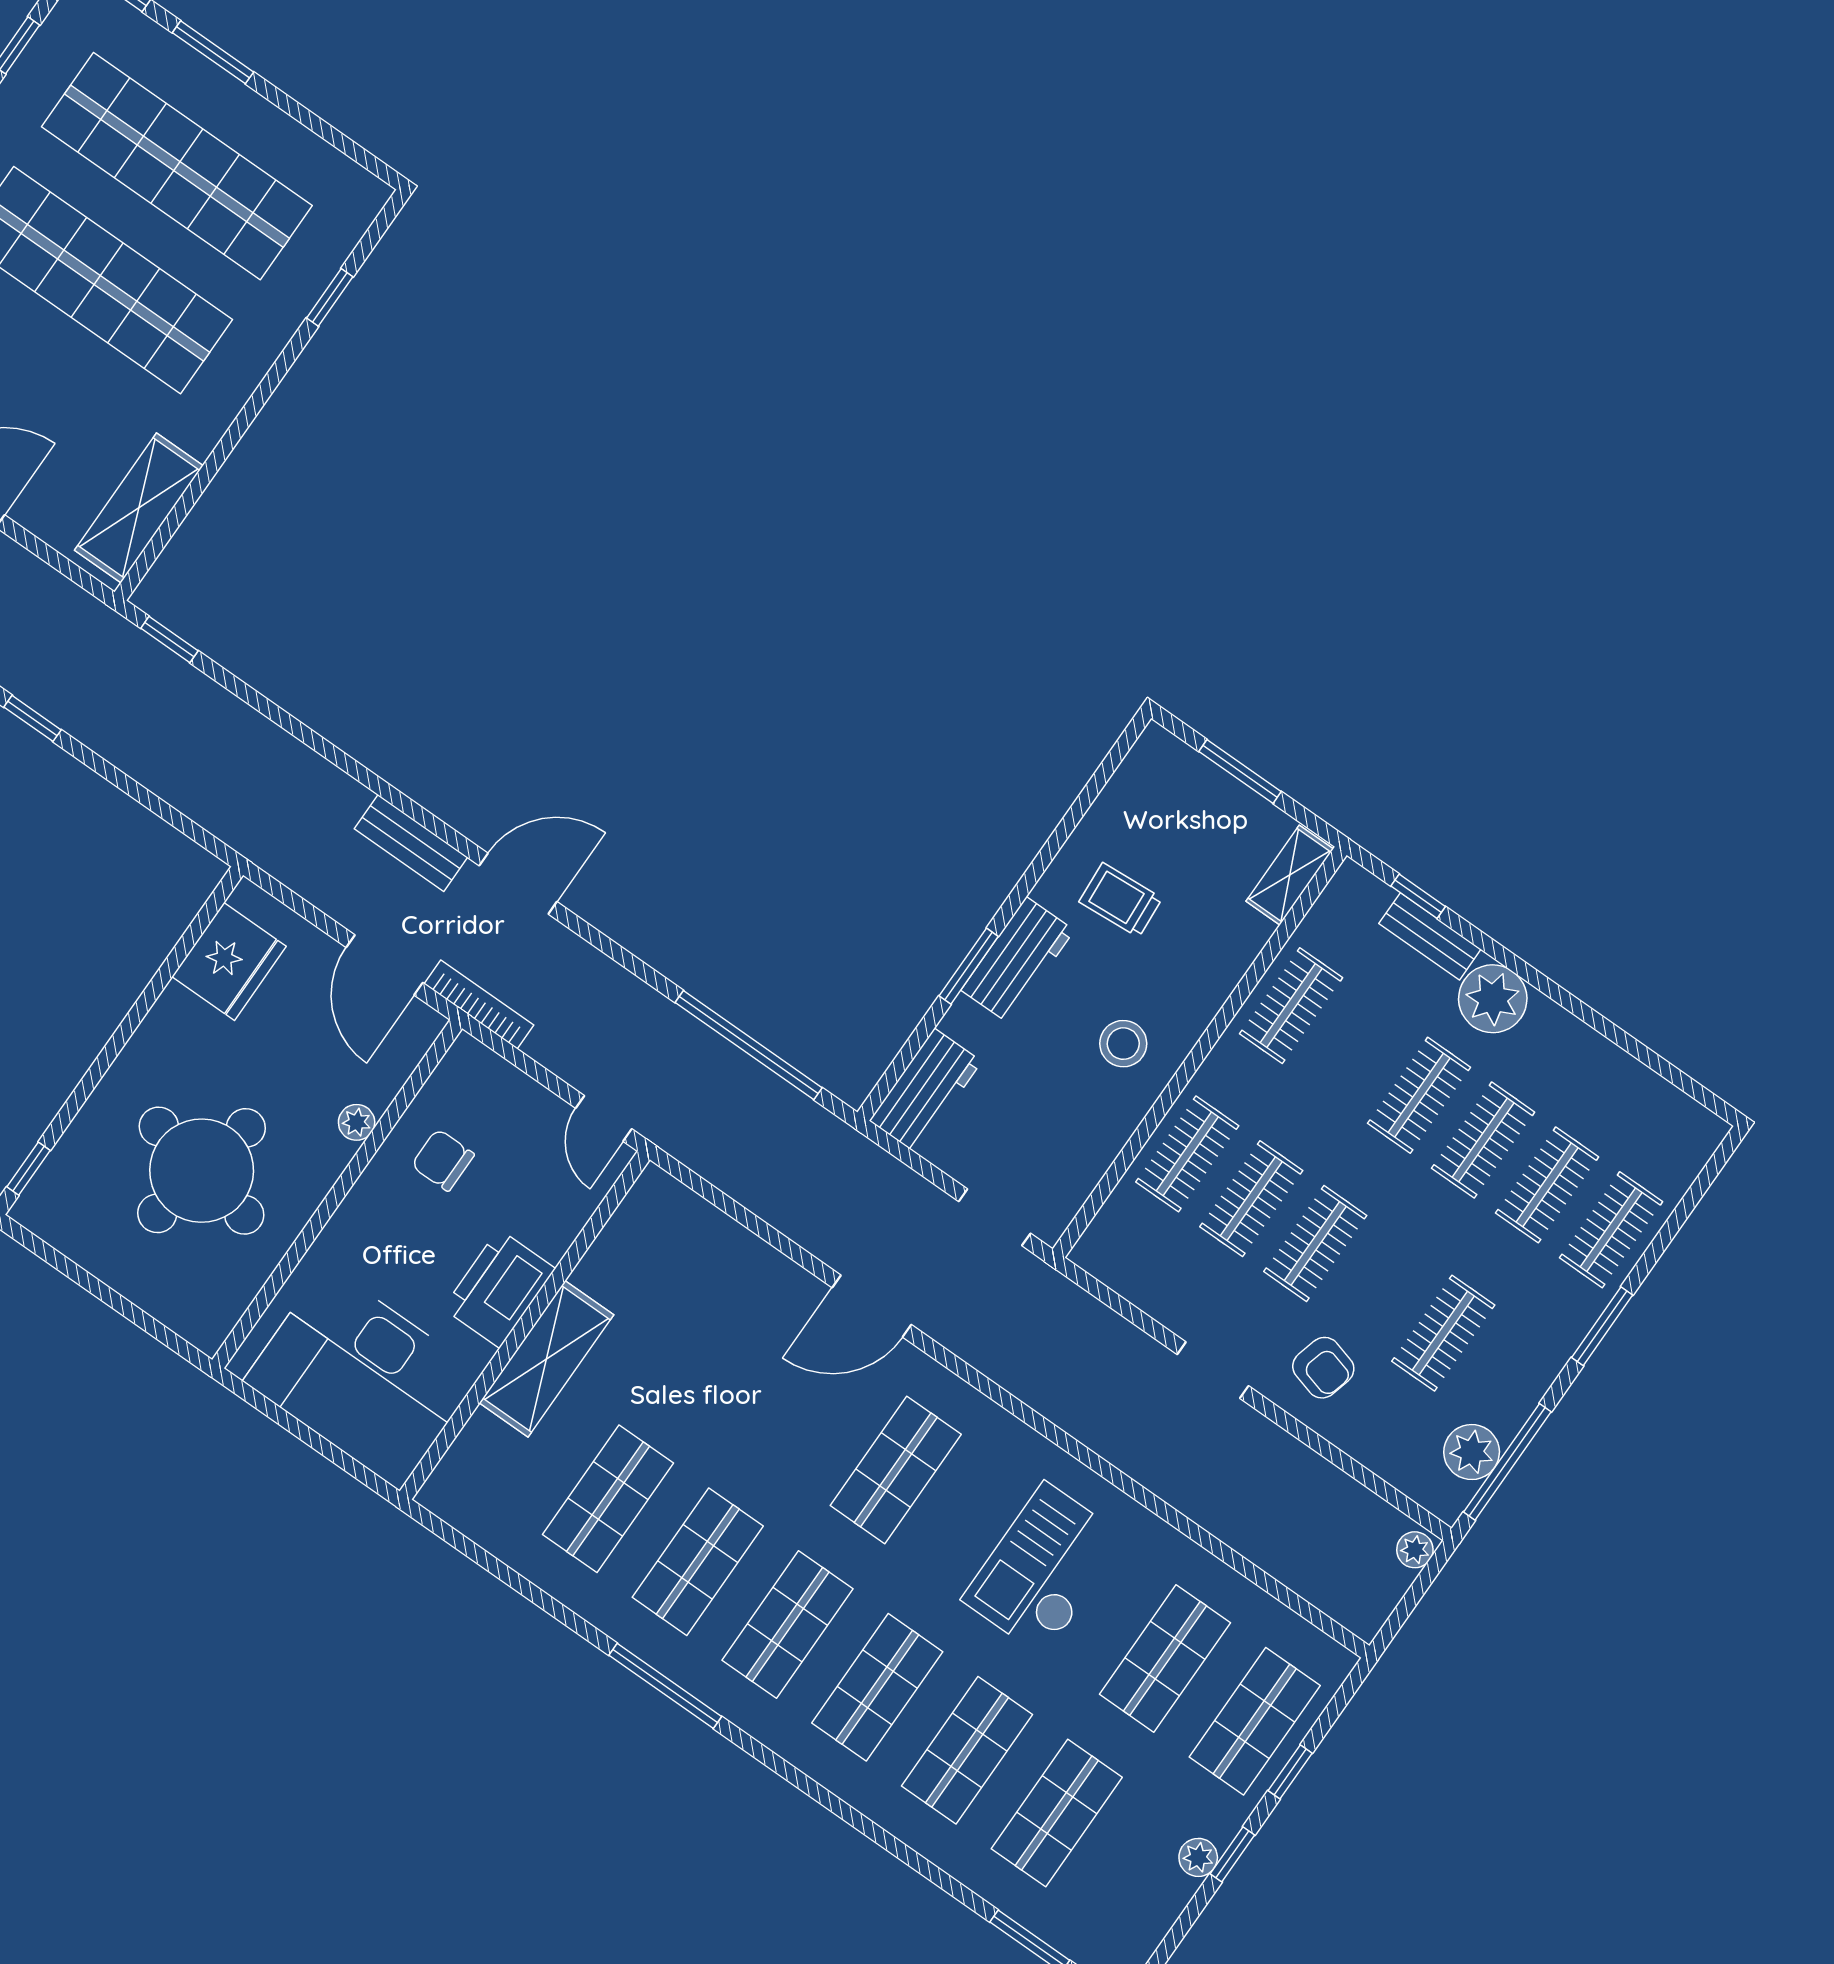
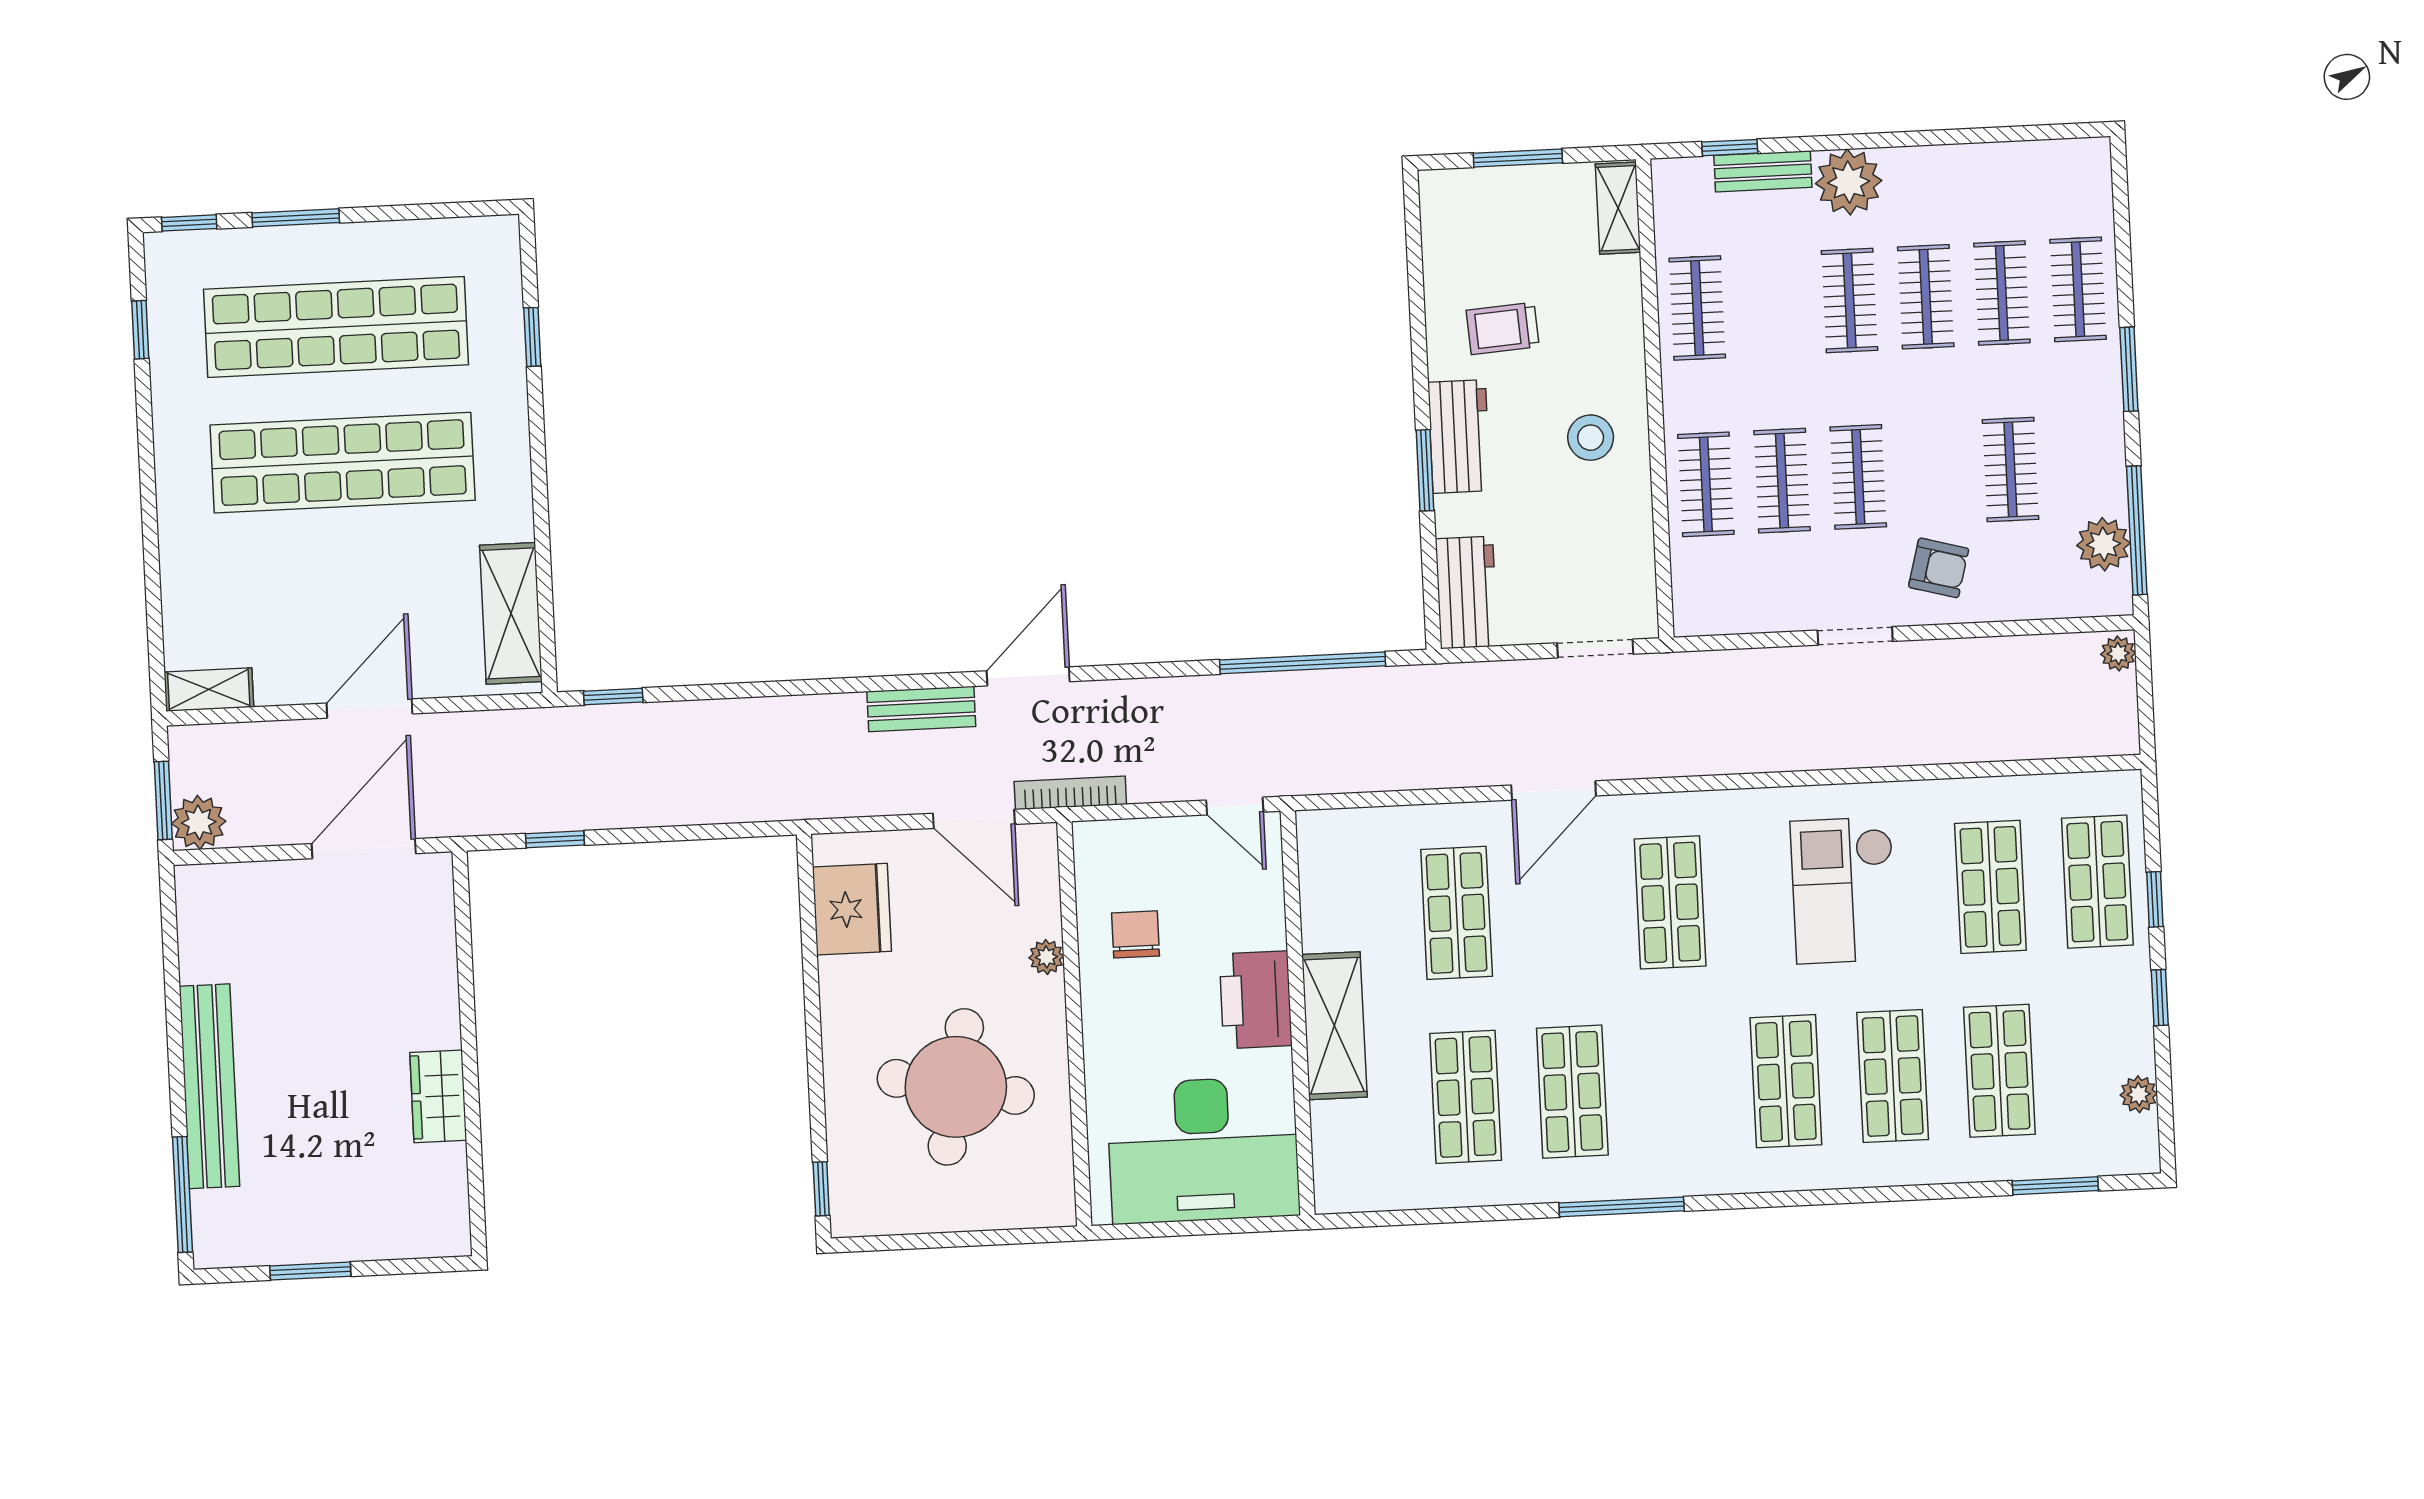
chair: (443, 1160) -> (1135, 934), turned 90
shop shelf: (787, 1625) -> (1457, 913), moved
plant: (1198, 1857) -> (2139, 1094), moved

